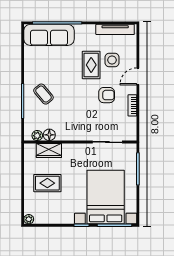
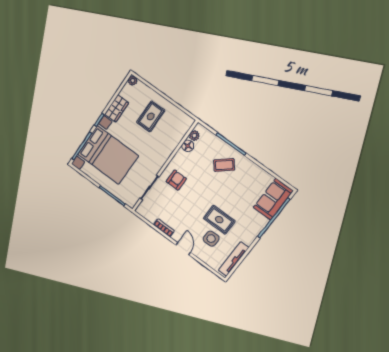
sofa: (49, 35) -> (273, 199), width x0.73
armchair: (107, 95) -> (176, 180), moved, turned 180
wardrobe: (49, 151) -> (117, 108), moved, turned 180

